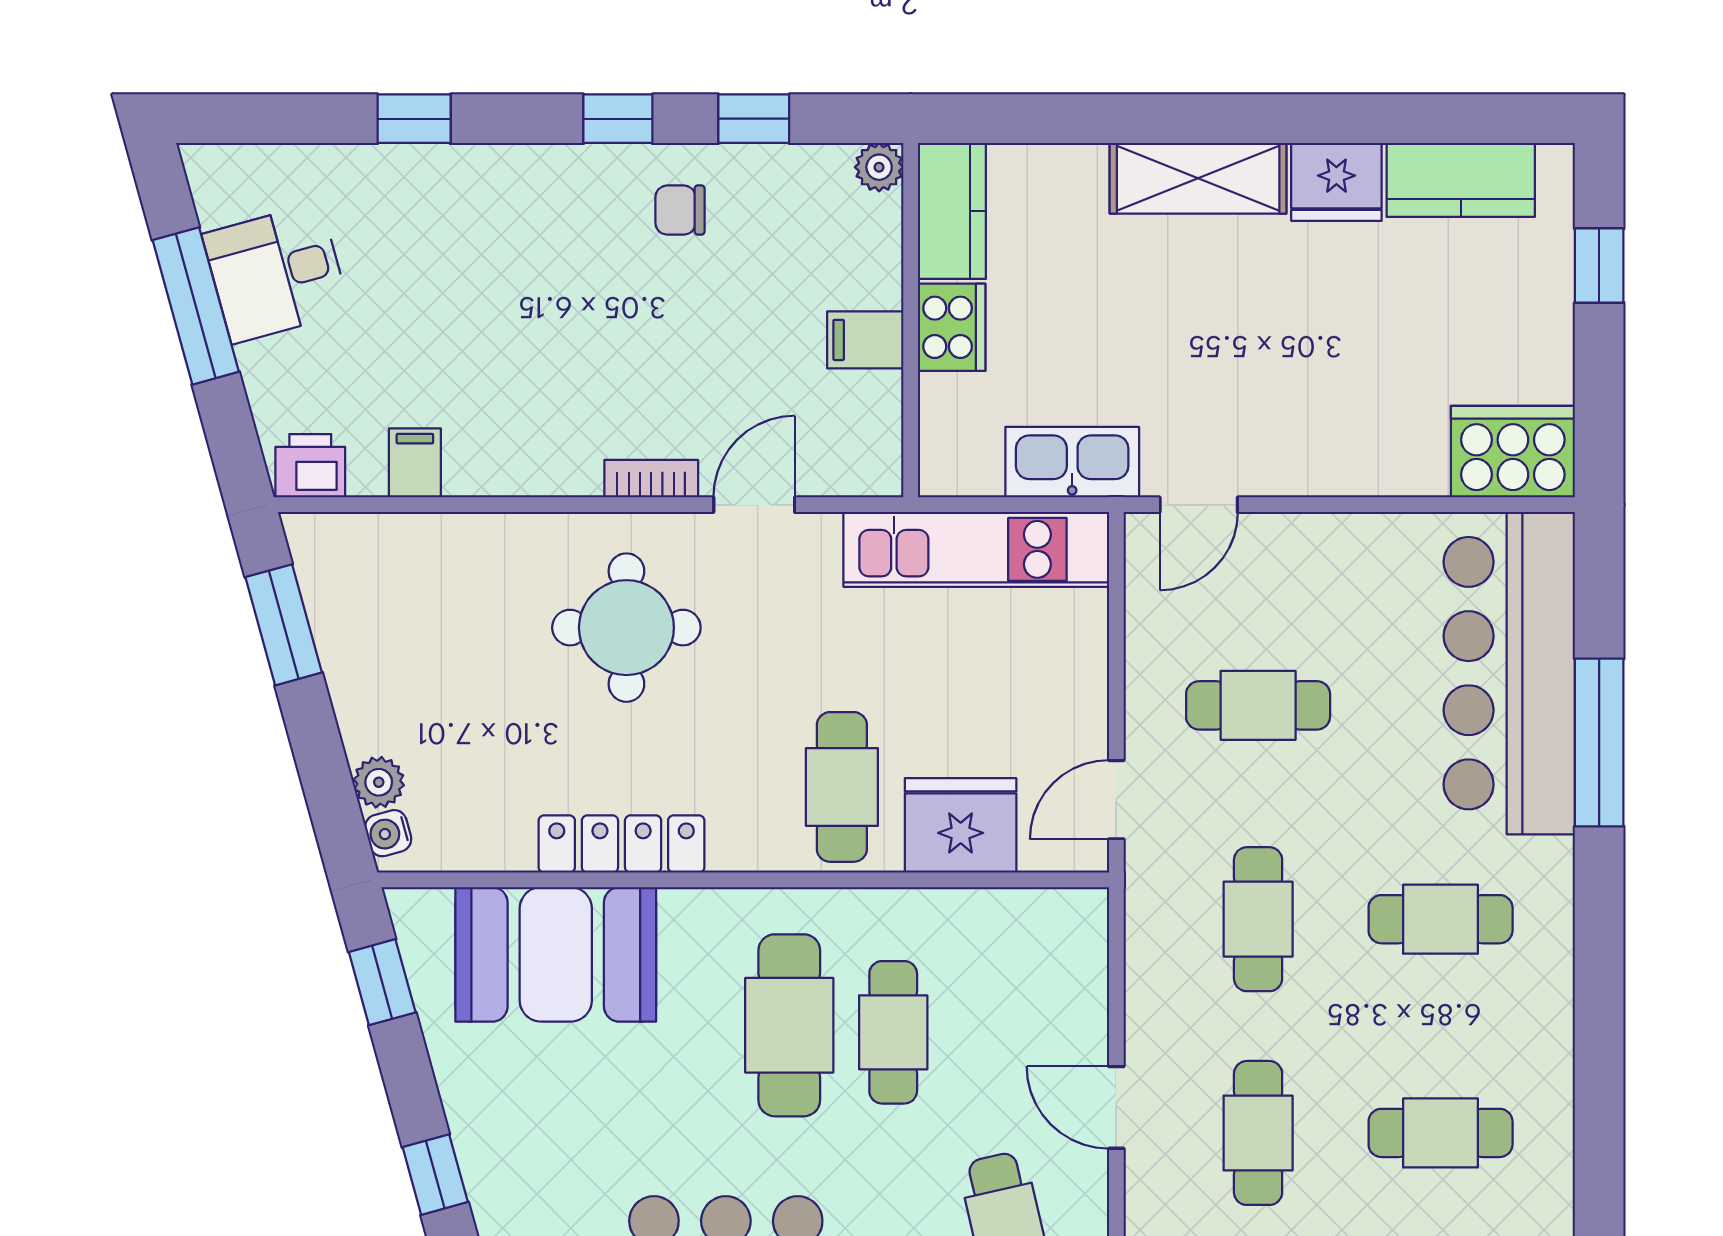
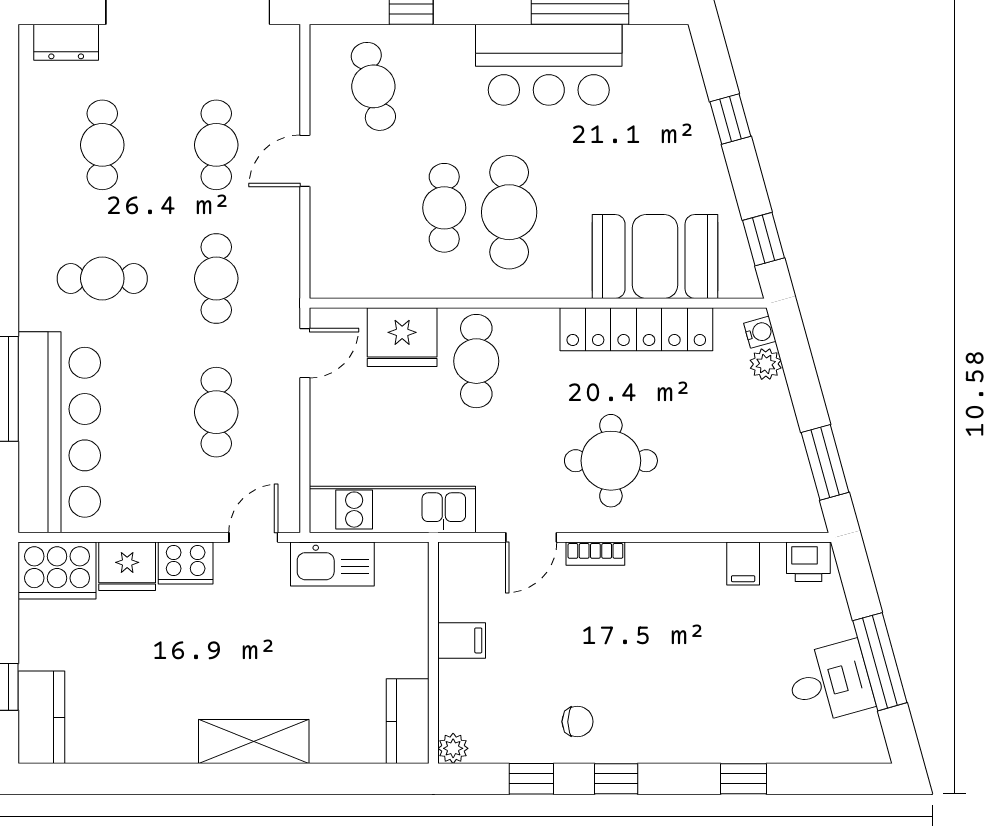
kitchen counter: (1461, 180) -> (41, 717), moved, turned 90
fridge: (1336, 182) -> (127, 566), moved, turned 180
cooker: (952, 327) -> (186, 563), moved, turned -90
cafe table: (1258, 705) -> (216, 412), turned 90
locker: (622, 844) -> (636, 329), width x1.41, depth x1.21
door: (1116, 1107) -> (305, 161), swing flipped
cafe table: (1441, 1133) -> (102, 145), turned 90

